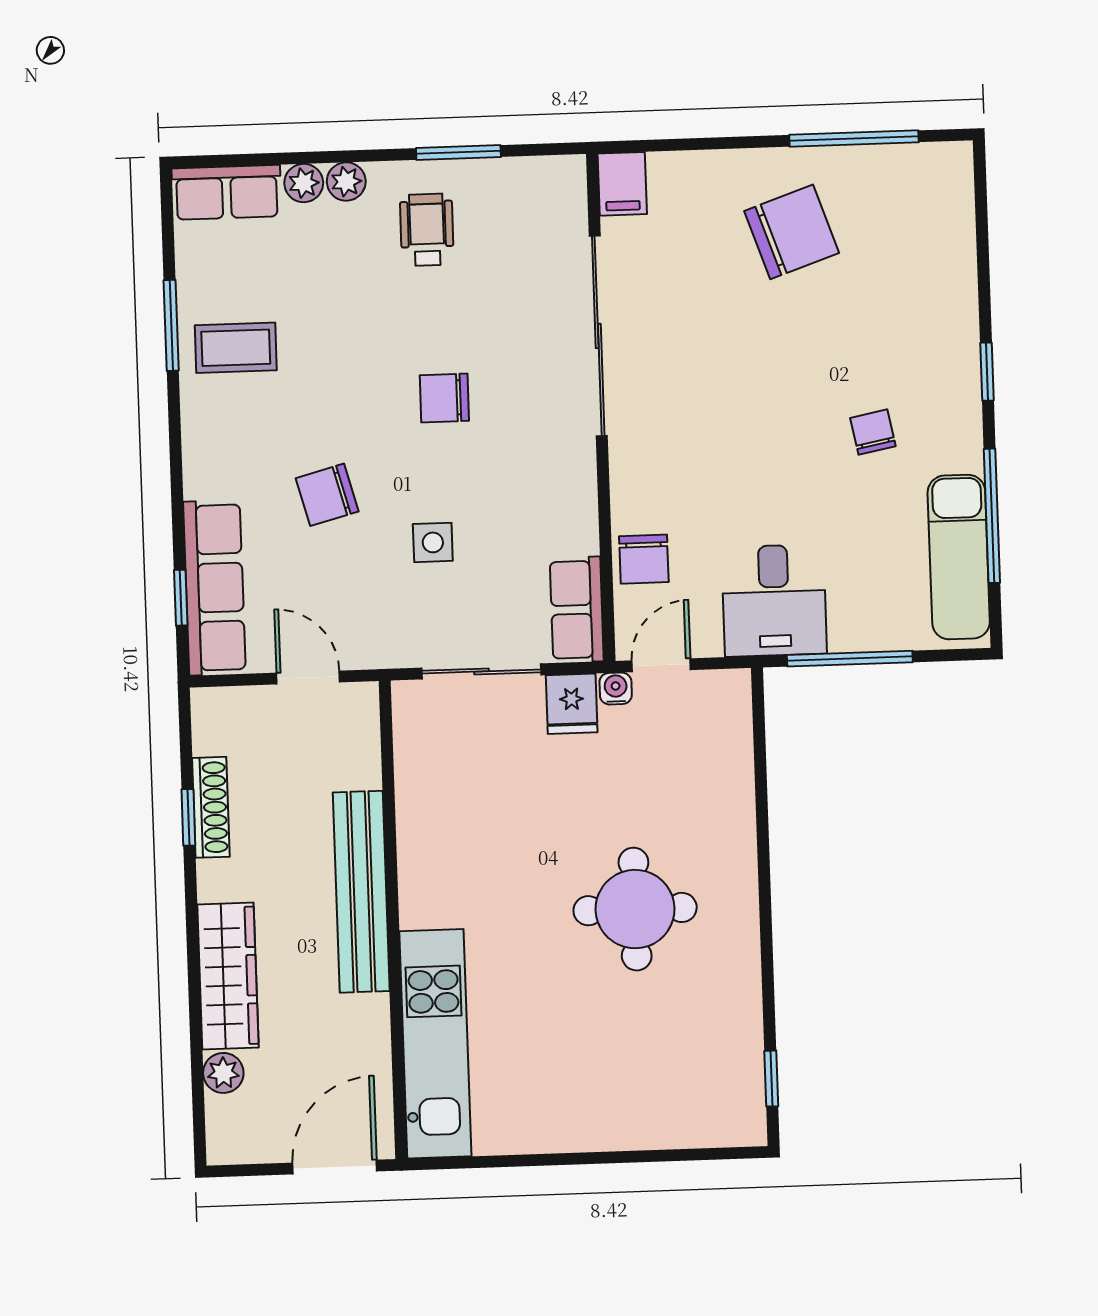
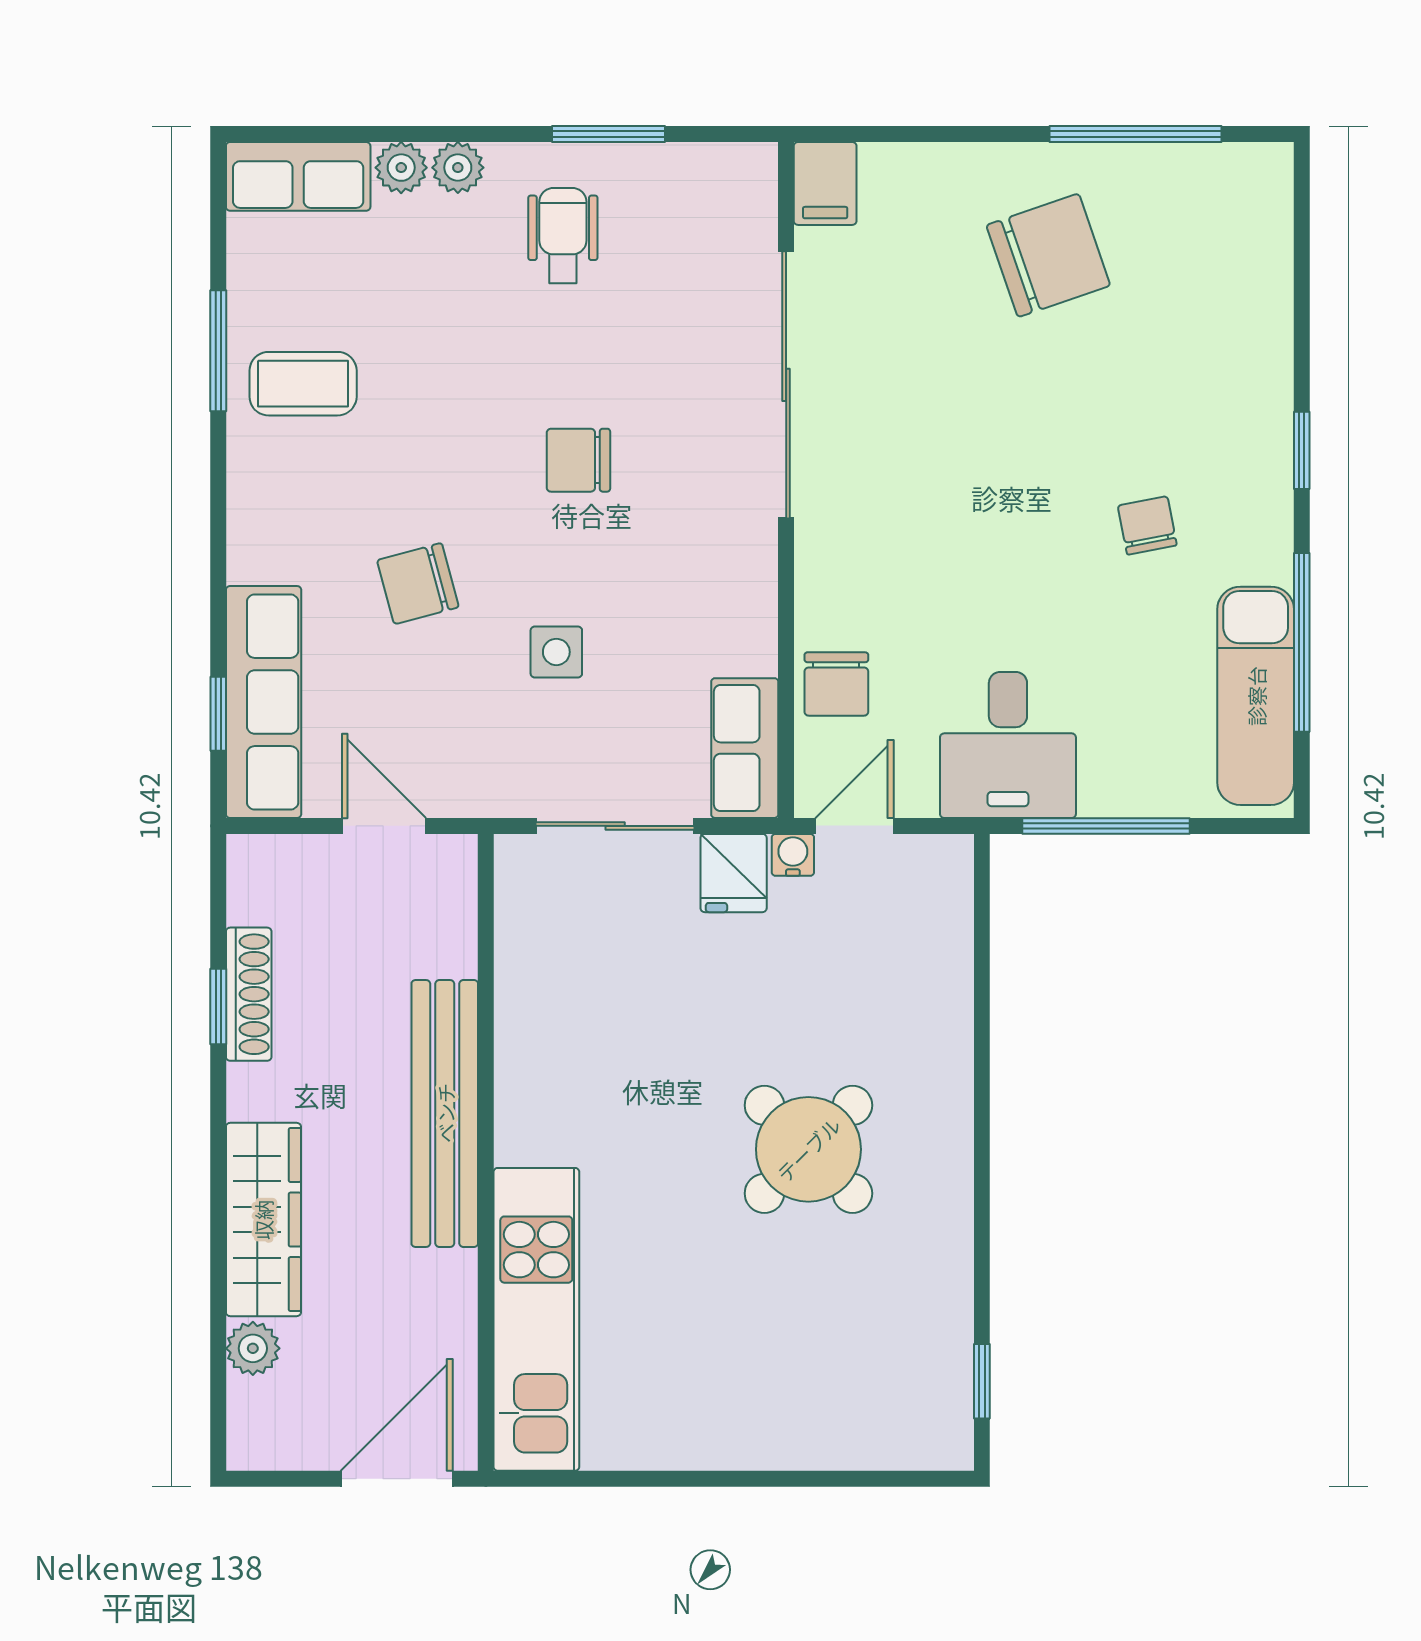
round table: (635, 909) -> (808, 1149), turned 45

